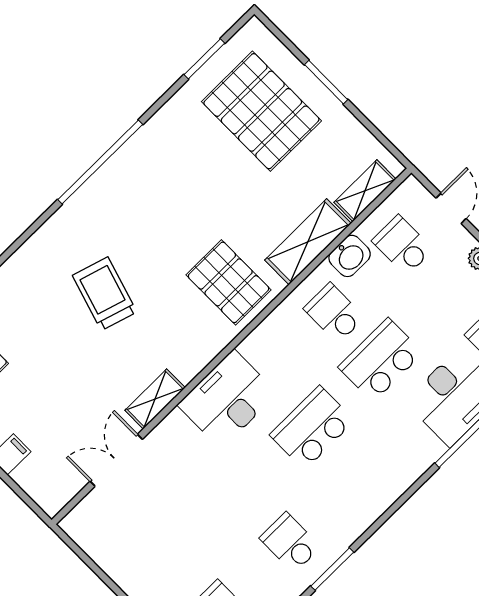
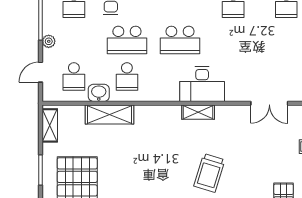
shelving: (365, 191) -> (50, 125), moved, turned 90
pallet: (229, 282) -> (156, 129), removed
shelving: (155, 399) -> (198, 112), moved

